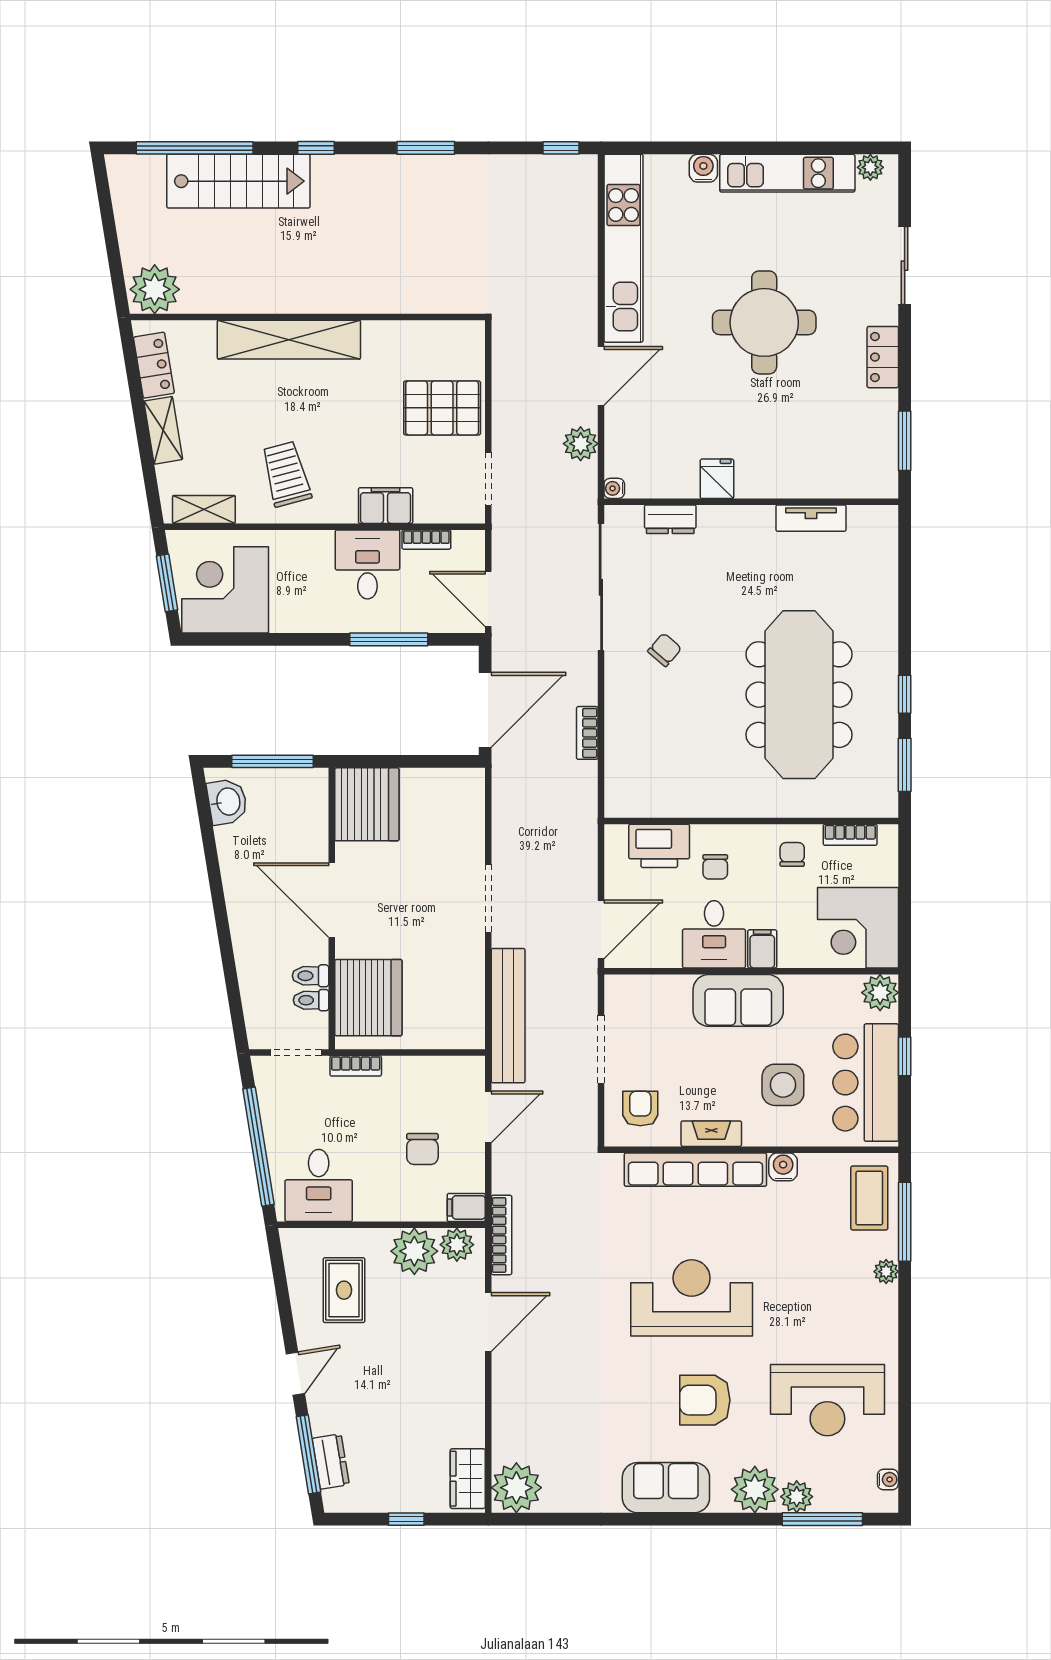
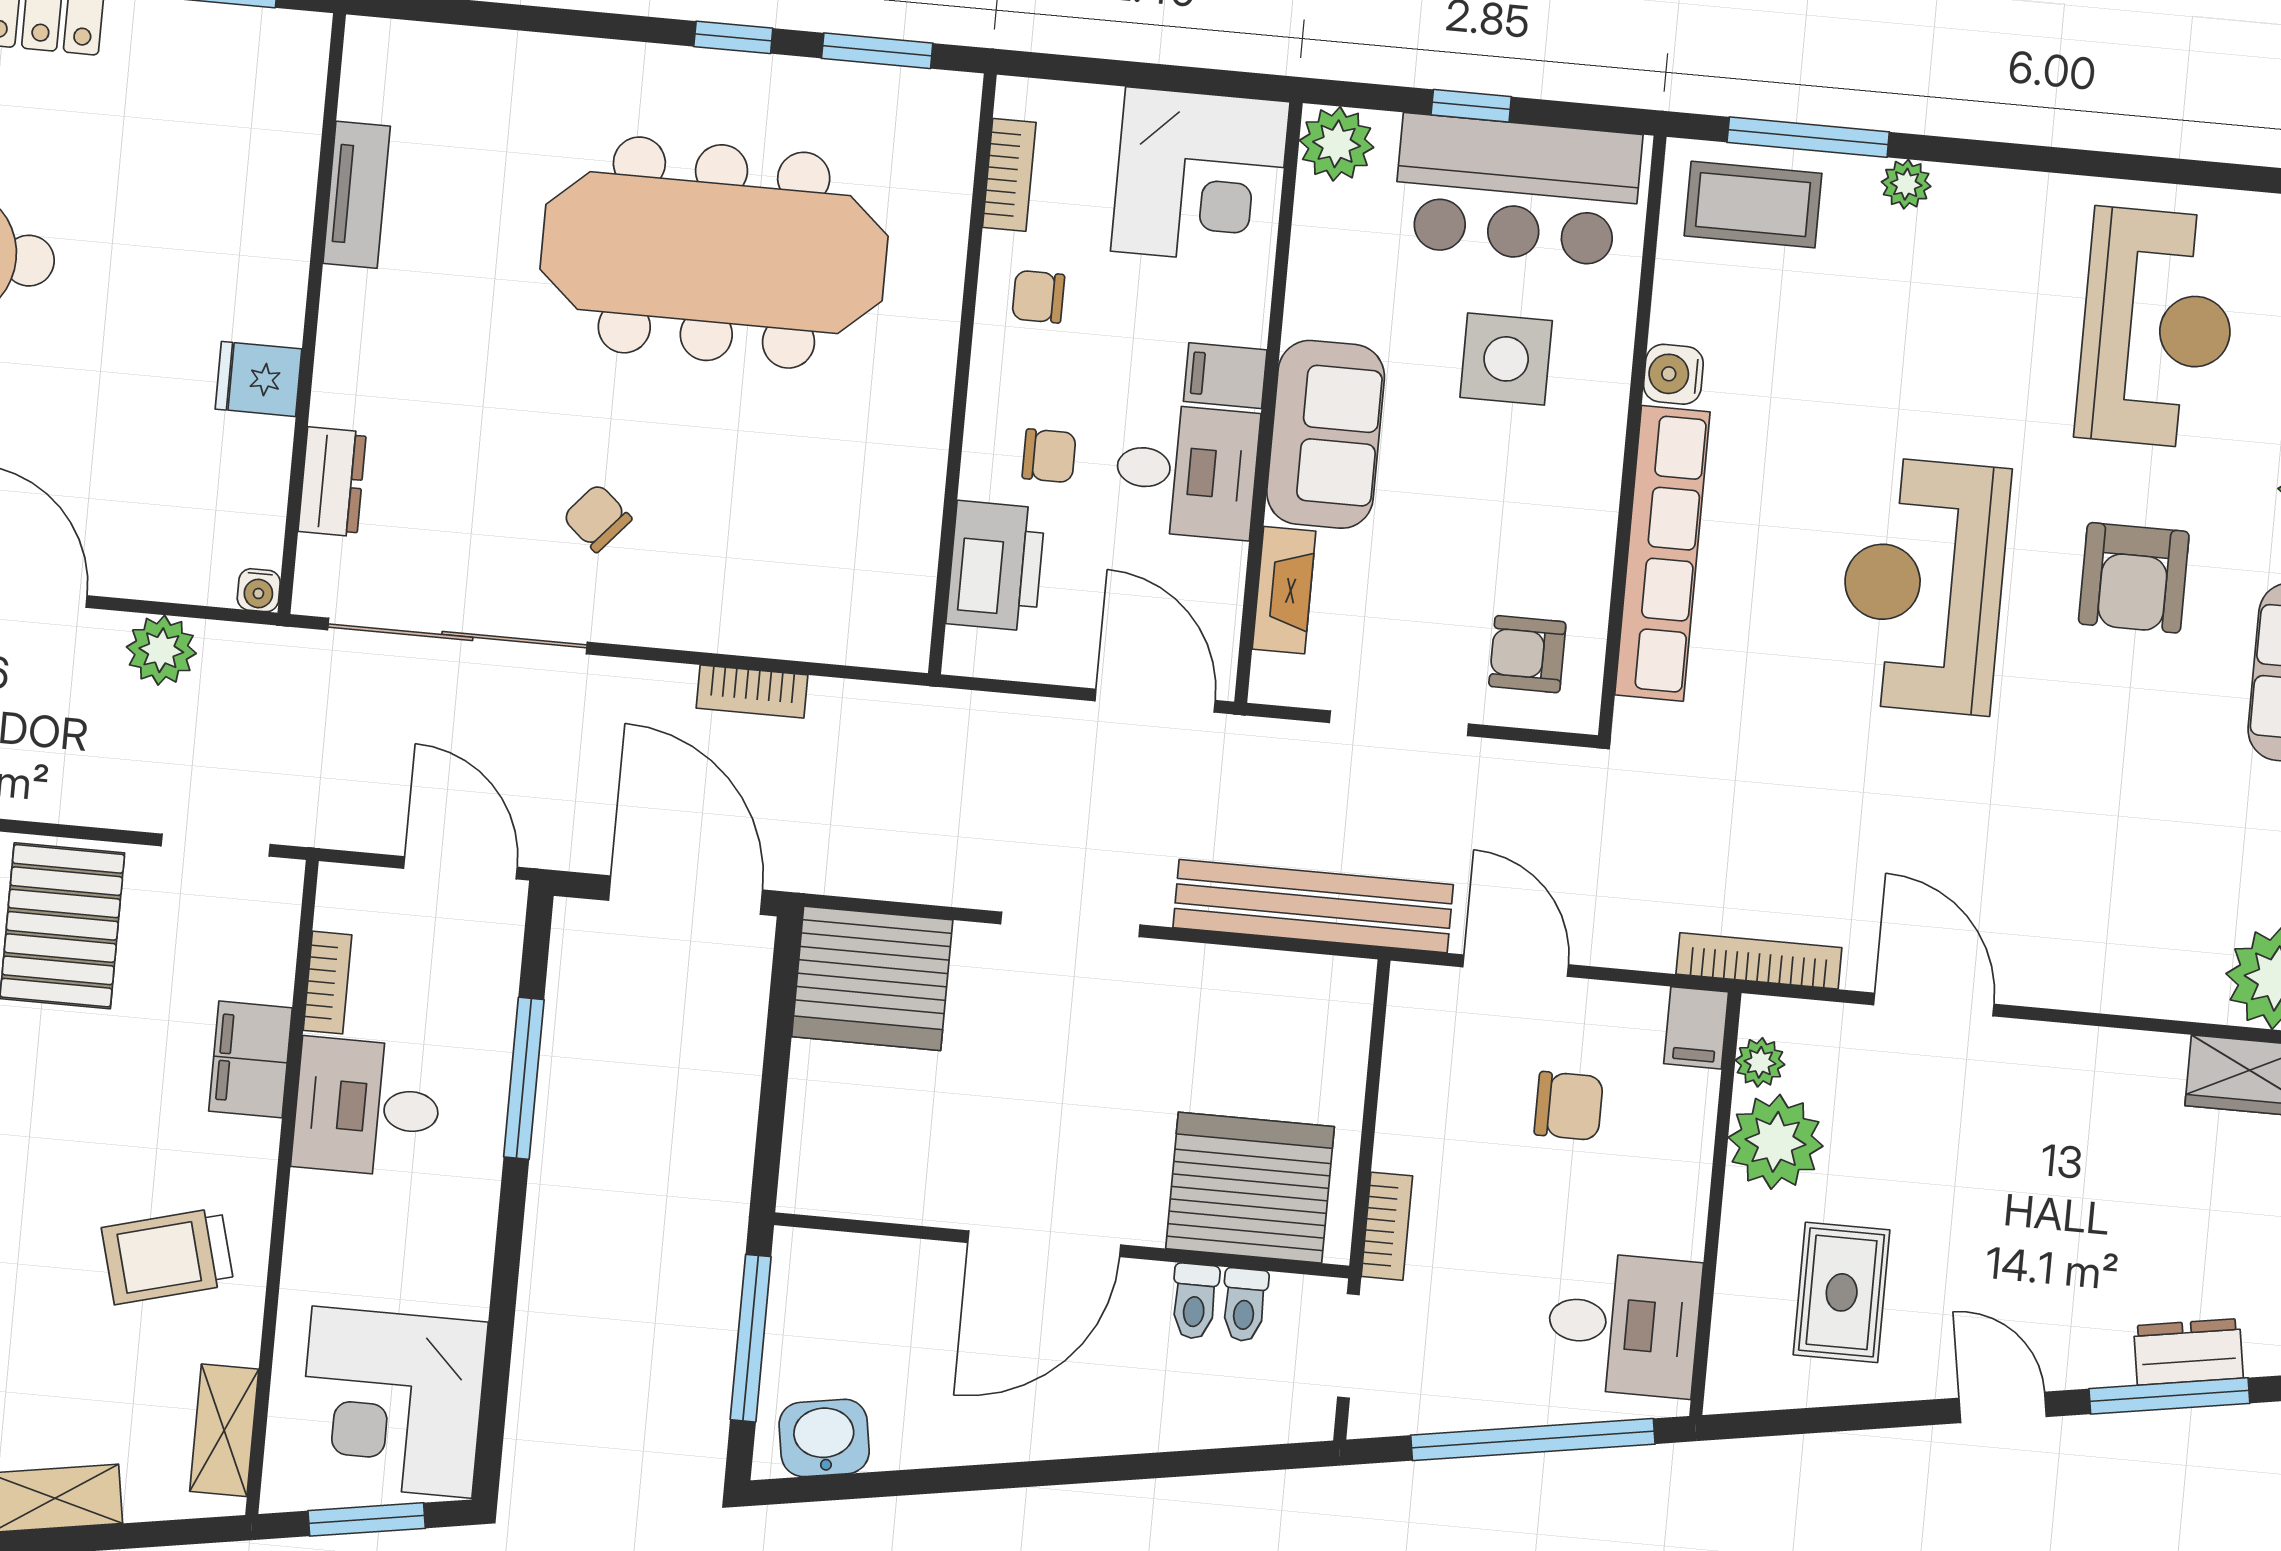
door: (488, 599) -> (460, 868), swing flipped
server rack: (367, 804) -> (872, 978), moved, turned 180
fireplace: (711, 1134) -> (1284, 590), moved, turned 180
plant: (457, 1245) -> (1760, 1062), width x0.73, depth x0.73
rug: (344, 1290) -> (1842, 1292), turned 90

